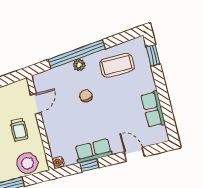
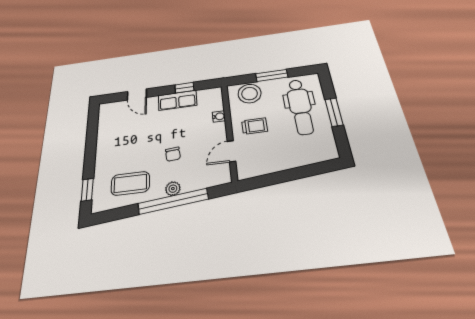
row of seats: (153, 109) -> (106, 134), removed
trolley: (19, 130) -> (255, 126), turned 90
water cooler: (58, 163) -> (219, 116), moved

